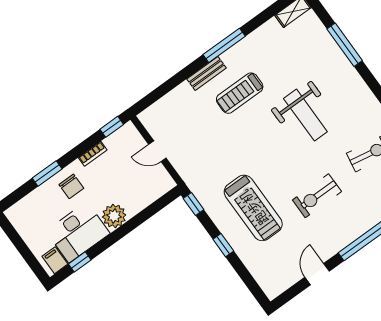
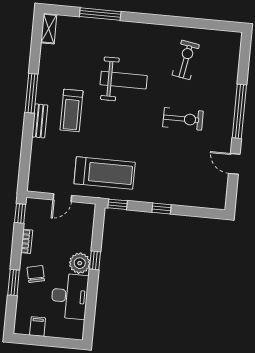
chair: (71, 186) -> (36, 274), turned -102
exercise bike: (317, 196) -> (183, 119), turned -90
treadmill: (253, 208) -> (105, 173), moved
filing cabinet: (55, 260) -> (38, 326), moved, turned 90
window: (80, 262) -> (95, 260), moved

